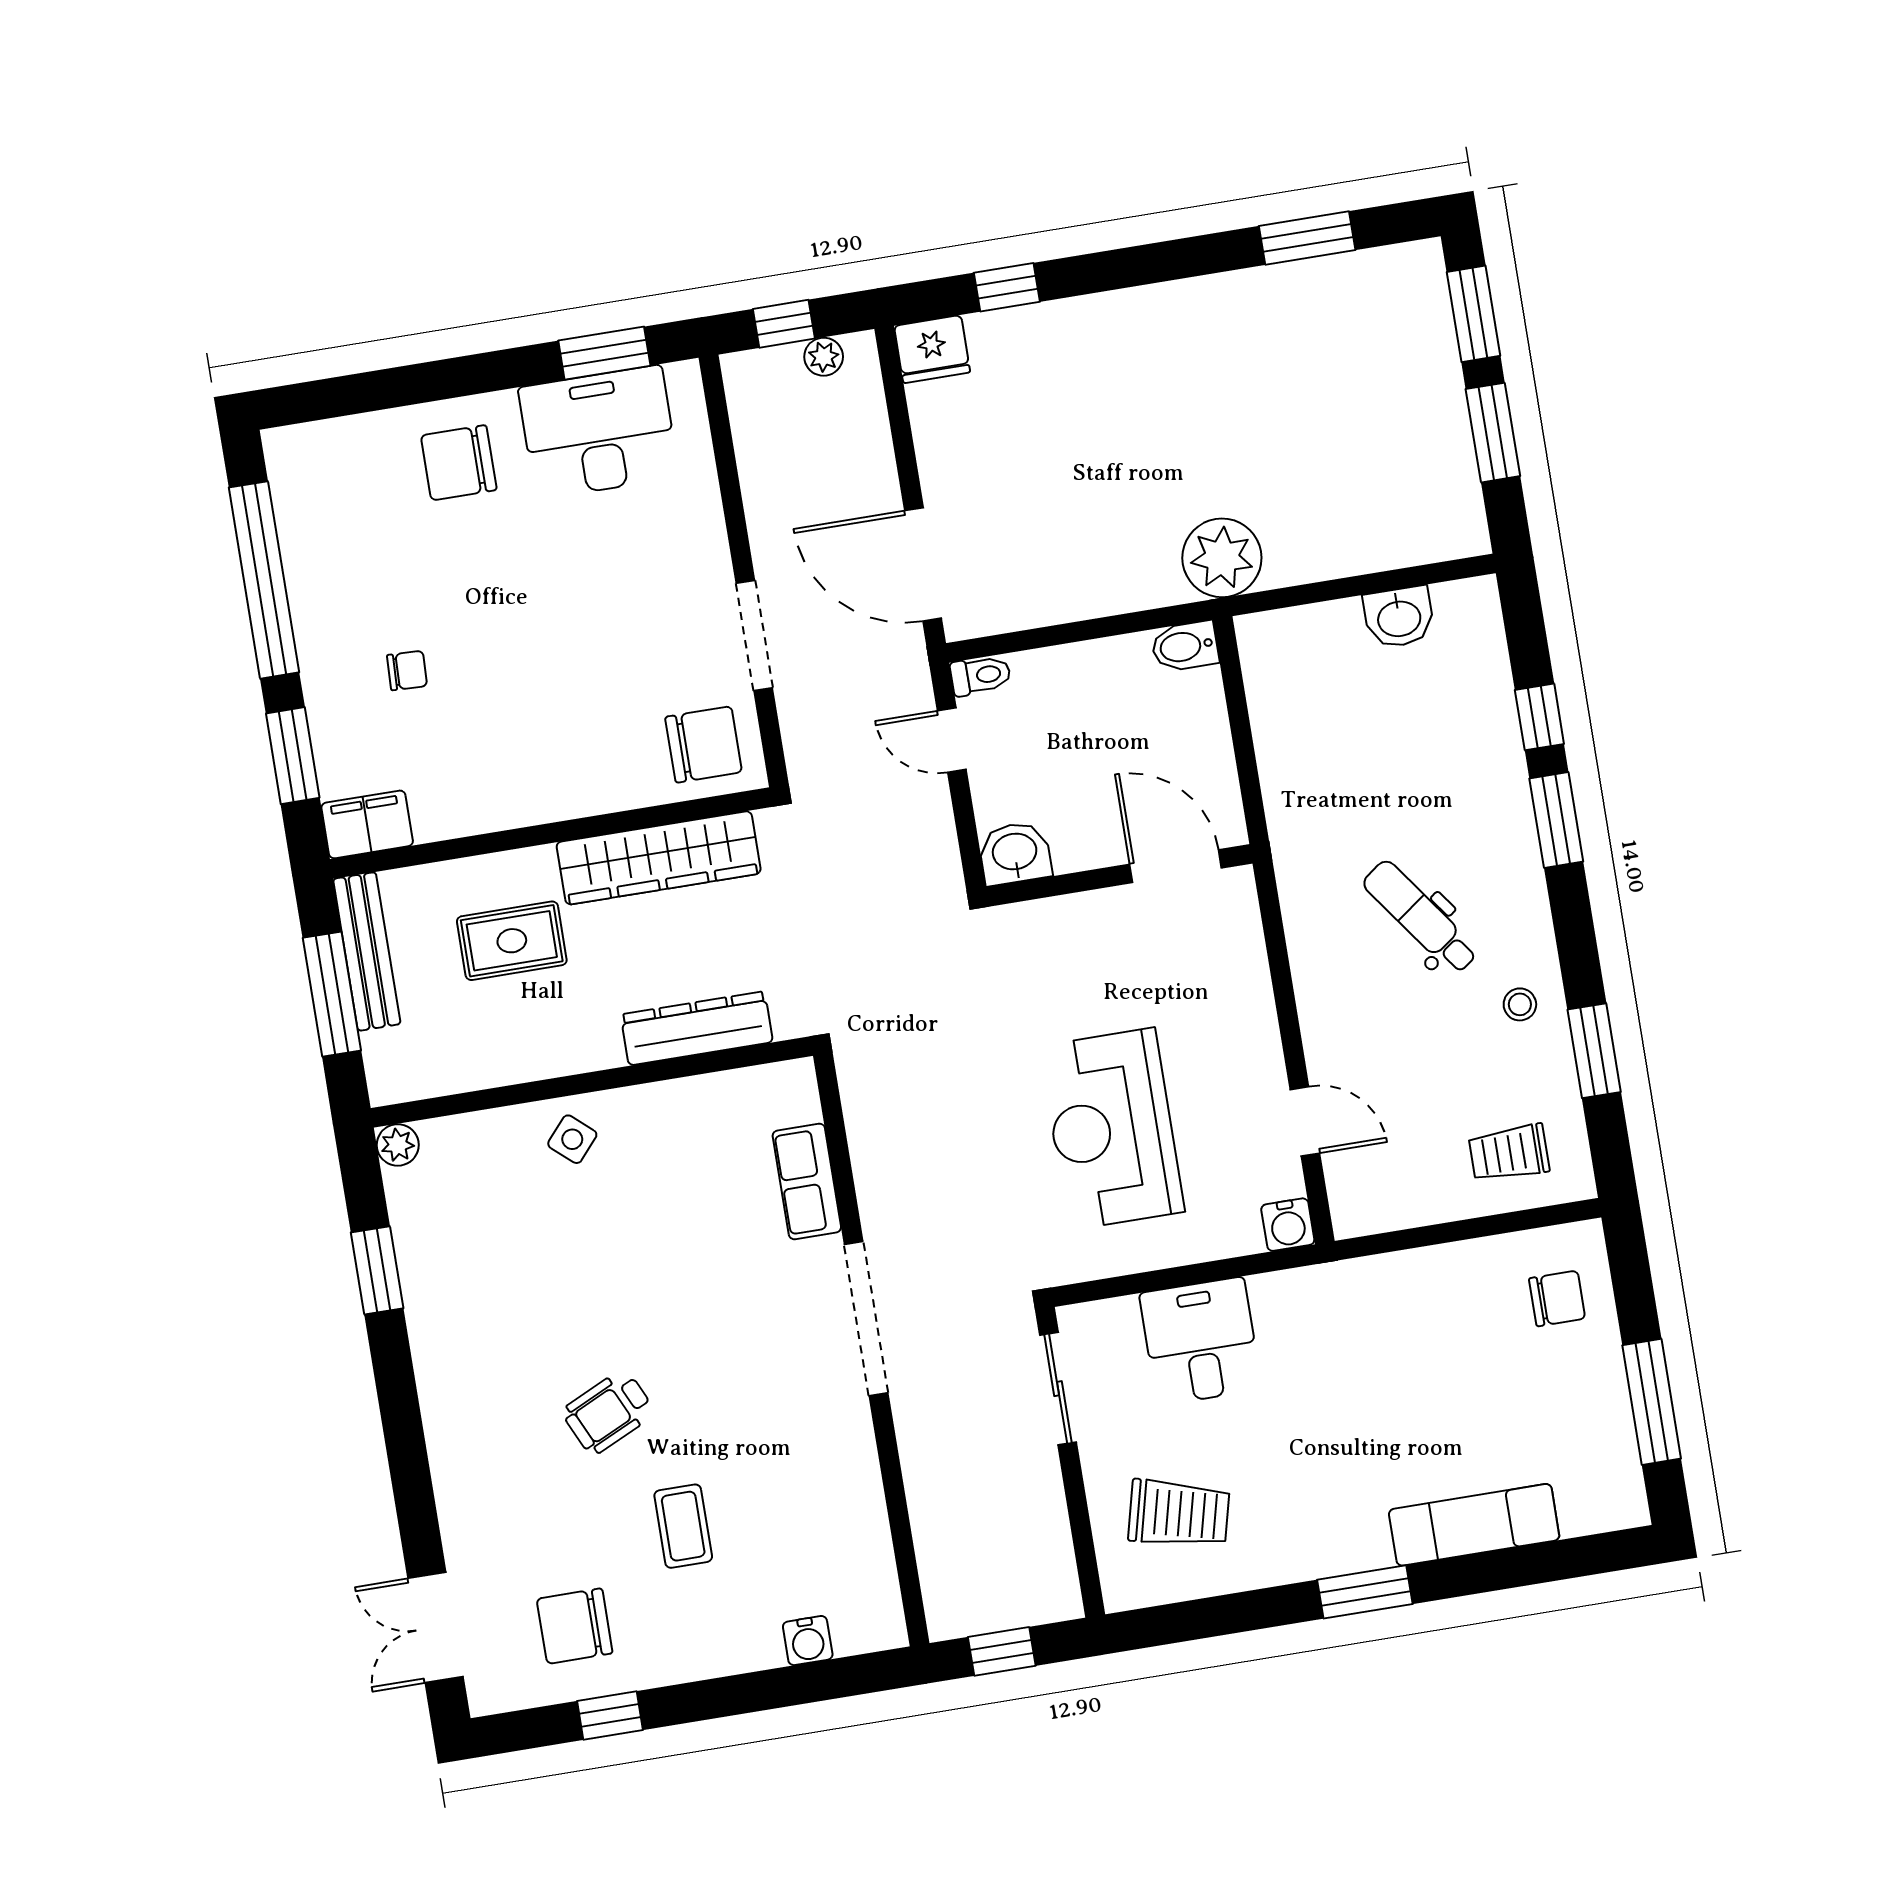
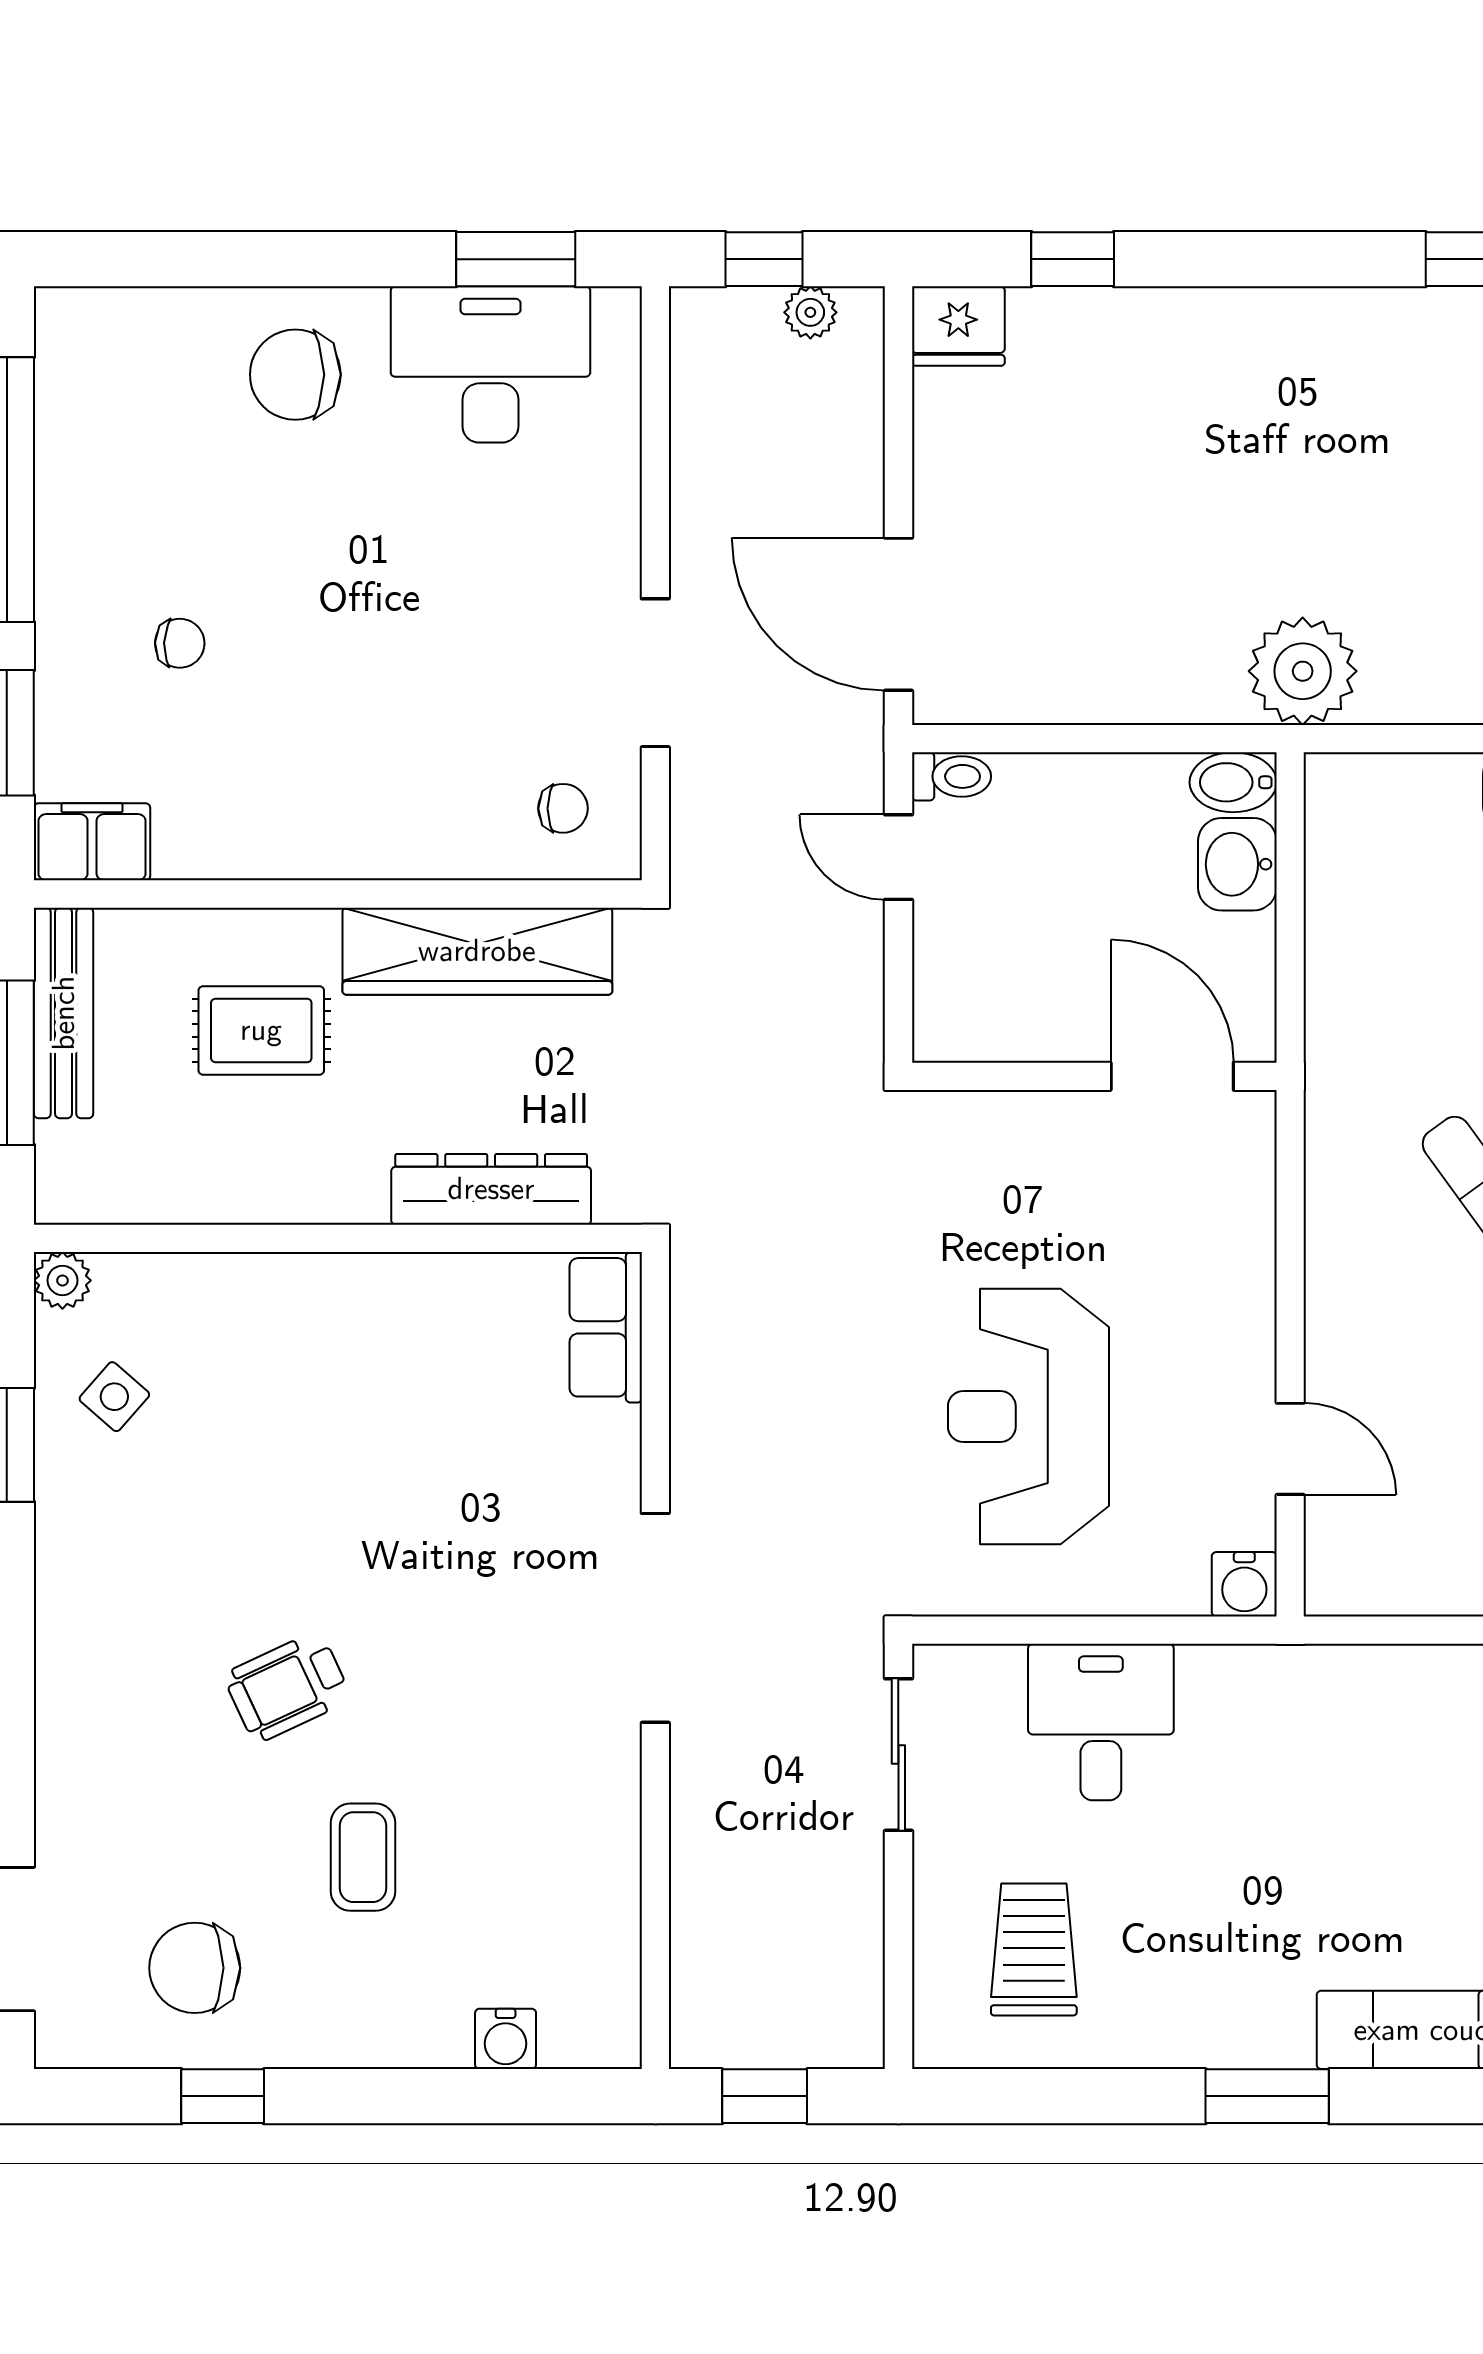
chair: (704, 744) -> (563, 808), width x0.54, depth x0.54
washbasin: (1015, 853) -> (1237, 864), moved, turned -90
side table: (572, 1139) -> (114, 1397), moved
row of seats: (807, 1181) -> (606, 1327), moved
trolley: (1179, 1513) -> (1034, 1949), turned -104

